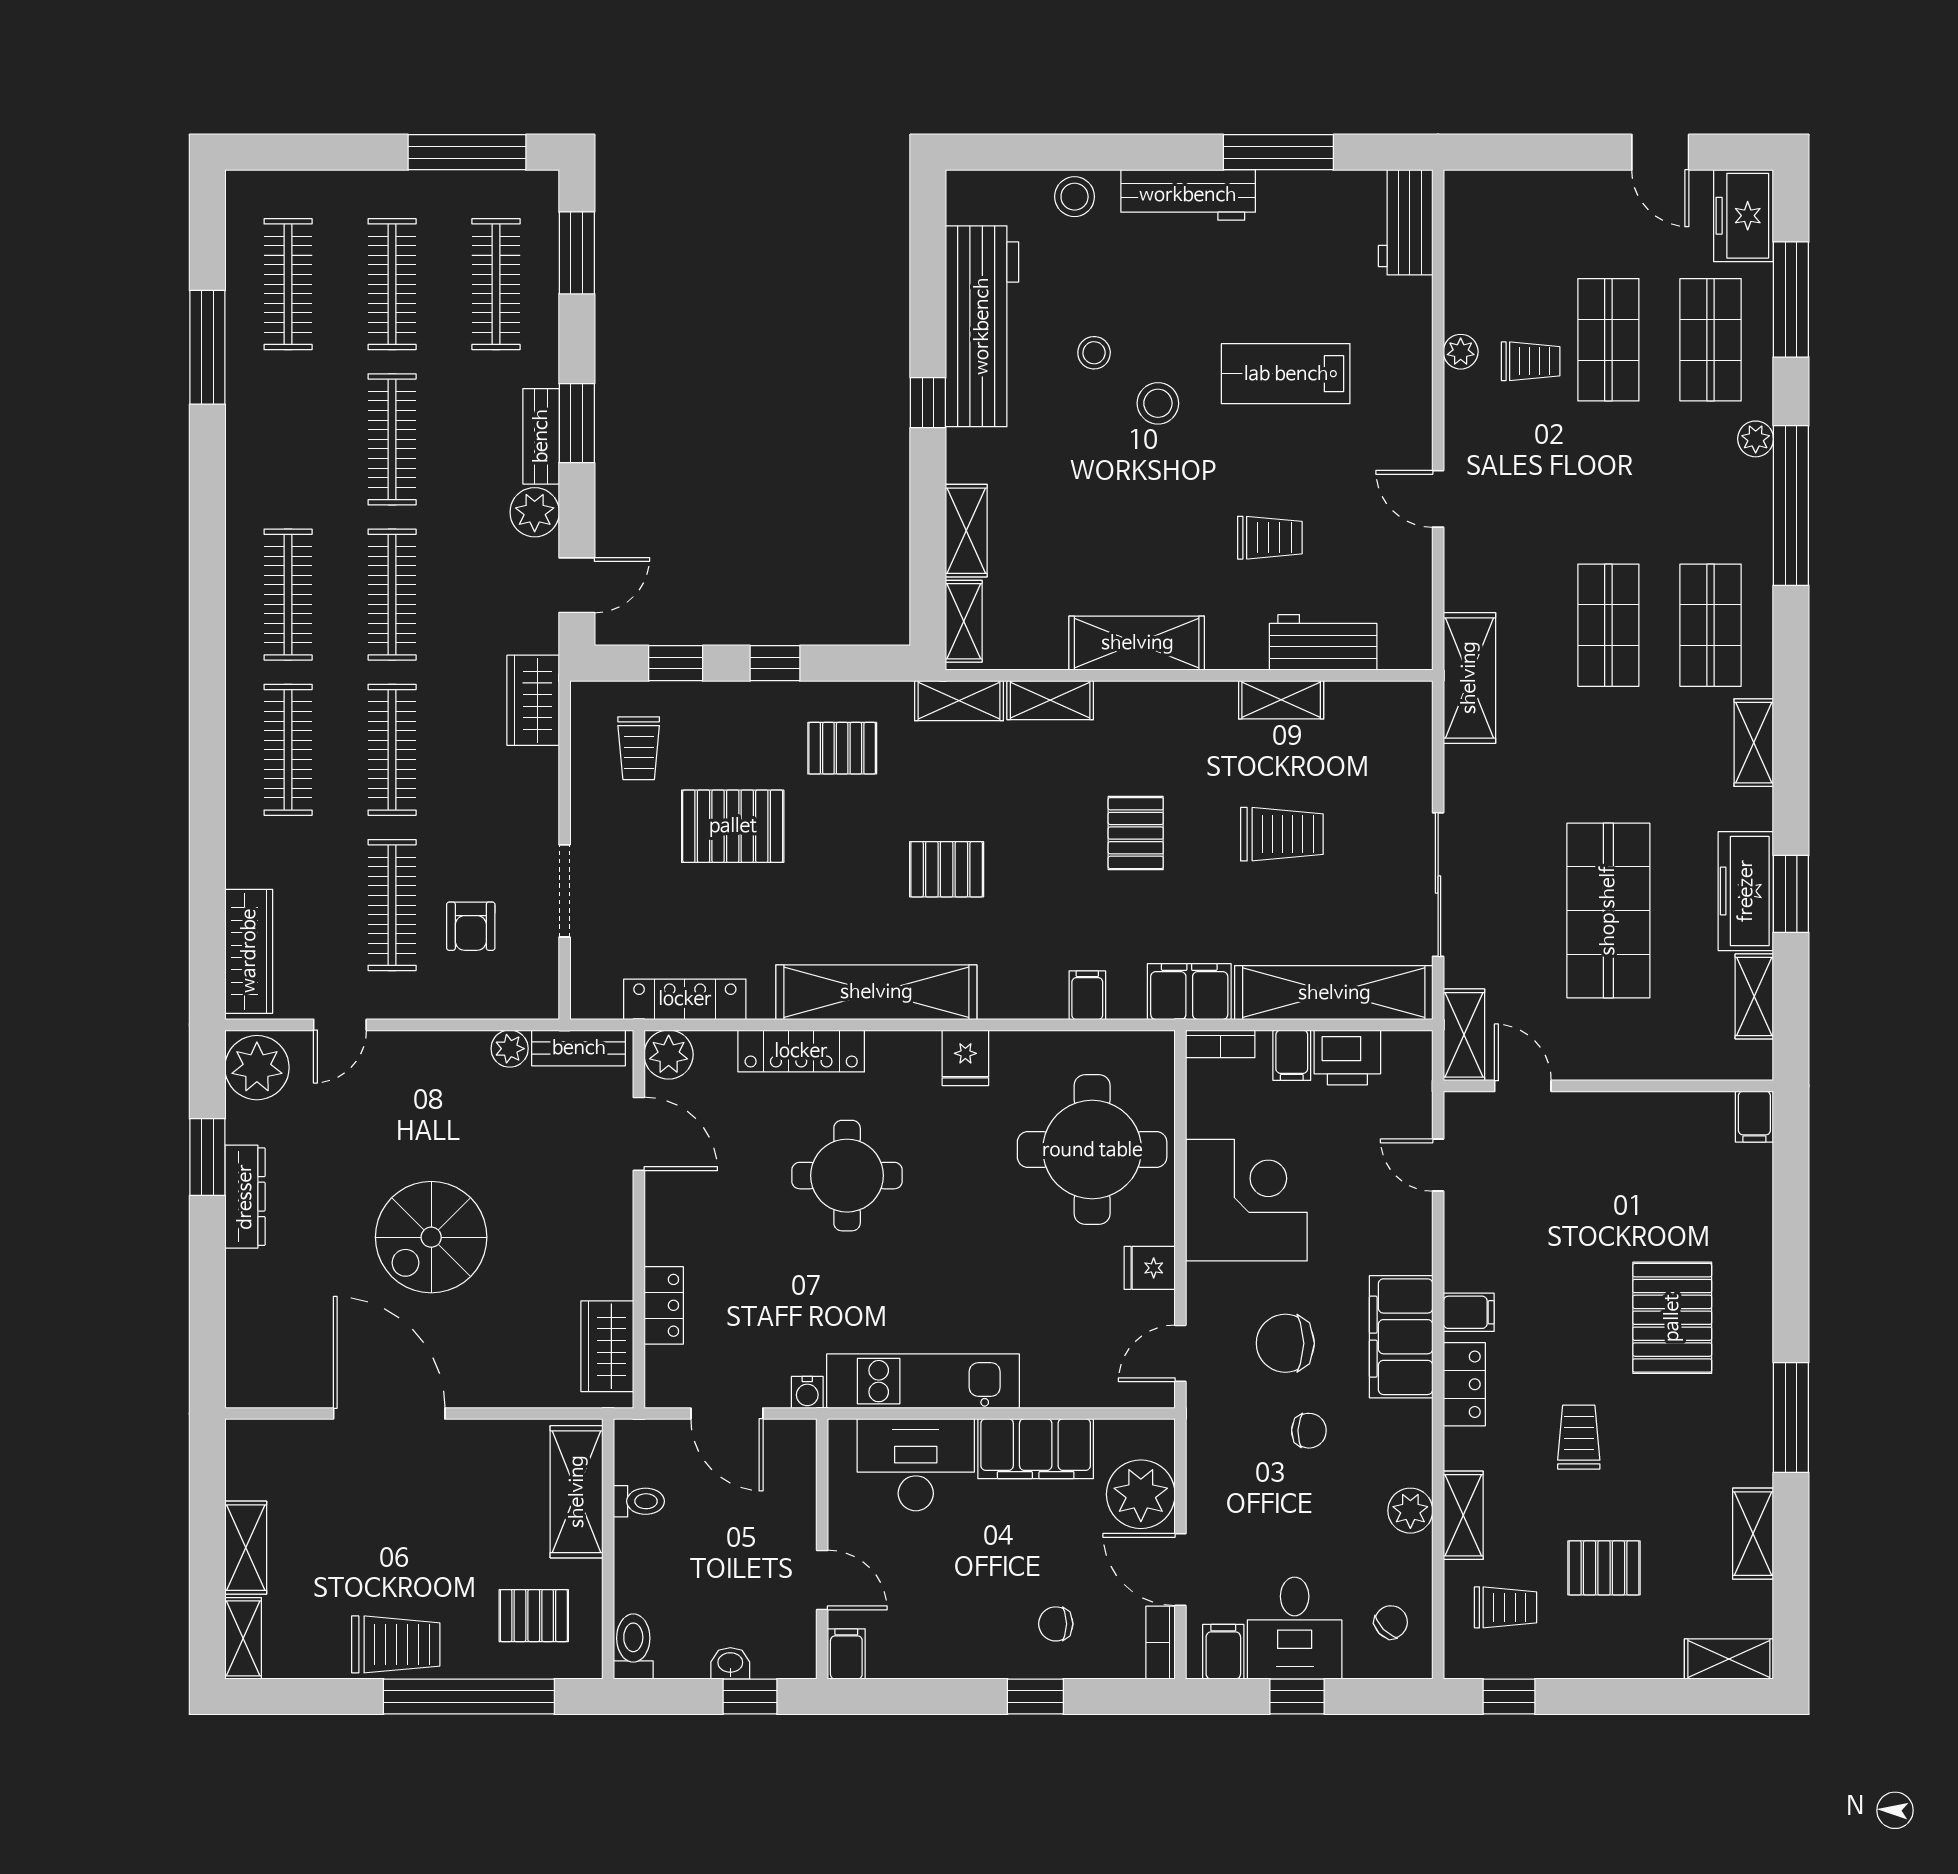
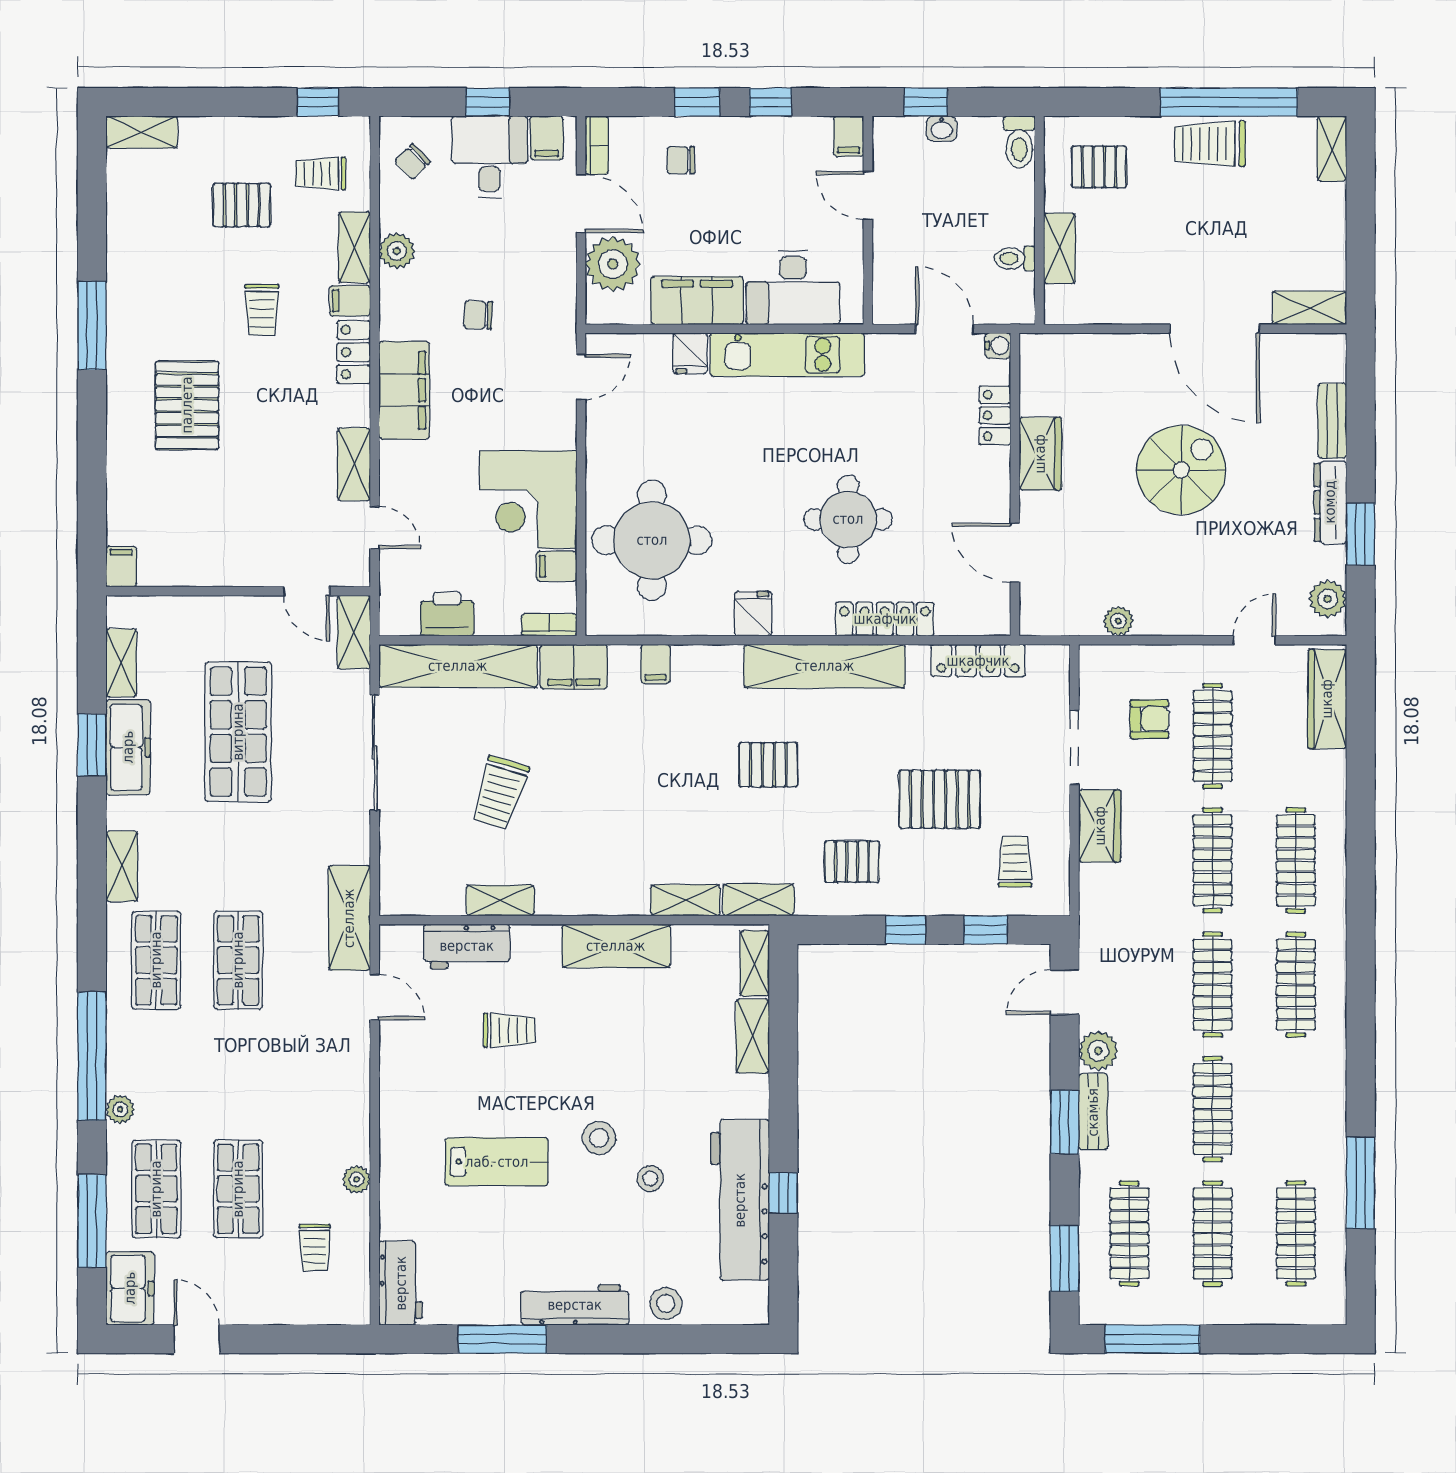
trolley: (1531, 361) -> (315, 1248), moved, turned -90
window: (928, 403) -> (783, 1193), moved
door: (1438, 499) -> (375, 997), moved
trolley: (1270, 538) -> (509, 1030), turned 180
wardrobe: (533, 700) -> (1100, 826), moved
pallet: (1136, 833) -> (617, 794), removed
trolley: (1282, 834) -> (500, 793), turned -73
armchair: (471, 926) -> (1149, 719), turned 90
bench: (579, 1048) -> (1332, 421), moved, turned 90
plant: (669, 1055) -> (991, 616), removed
filing cabinet: (1292, 1055) -> (557, 566), moved, turned -90
plant: (257, 1068) -> (1328, 599), width x0.73, depth x0.73
fridge: (1150, 1268) -> (690, 353), moved, turned 90
filing cabinet: (1469, 1312) -> (350, 301), moved
chair: (1285, 1343) -> (497, 385), removed
wardrobe: (607, 1346) -> (1040, 454), moved
water cooler: (807, 1392) -> (998, 346), moved, turned 90
shelving: (577, 1492) -> (1059, 248), width x0.67, depth x0.75
shelving: (1753, 1534) -> (354, 464), moved
shelving: (246, 1548) -> (1309, 308), moved, turned 90
chair: (1056, 1624) -> (681, 160), turned 180
window: (469, 1697) -> (1229, 102), moved
window: (944, 1697) -> (771, 102), added

